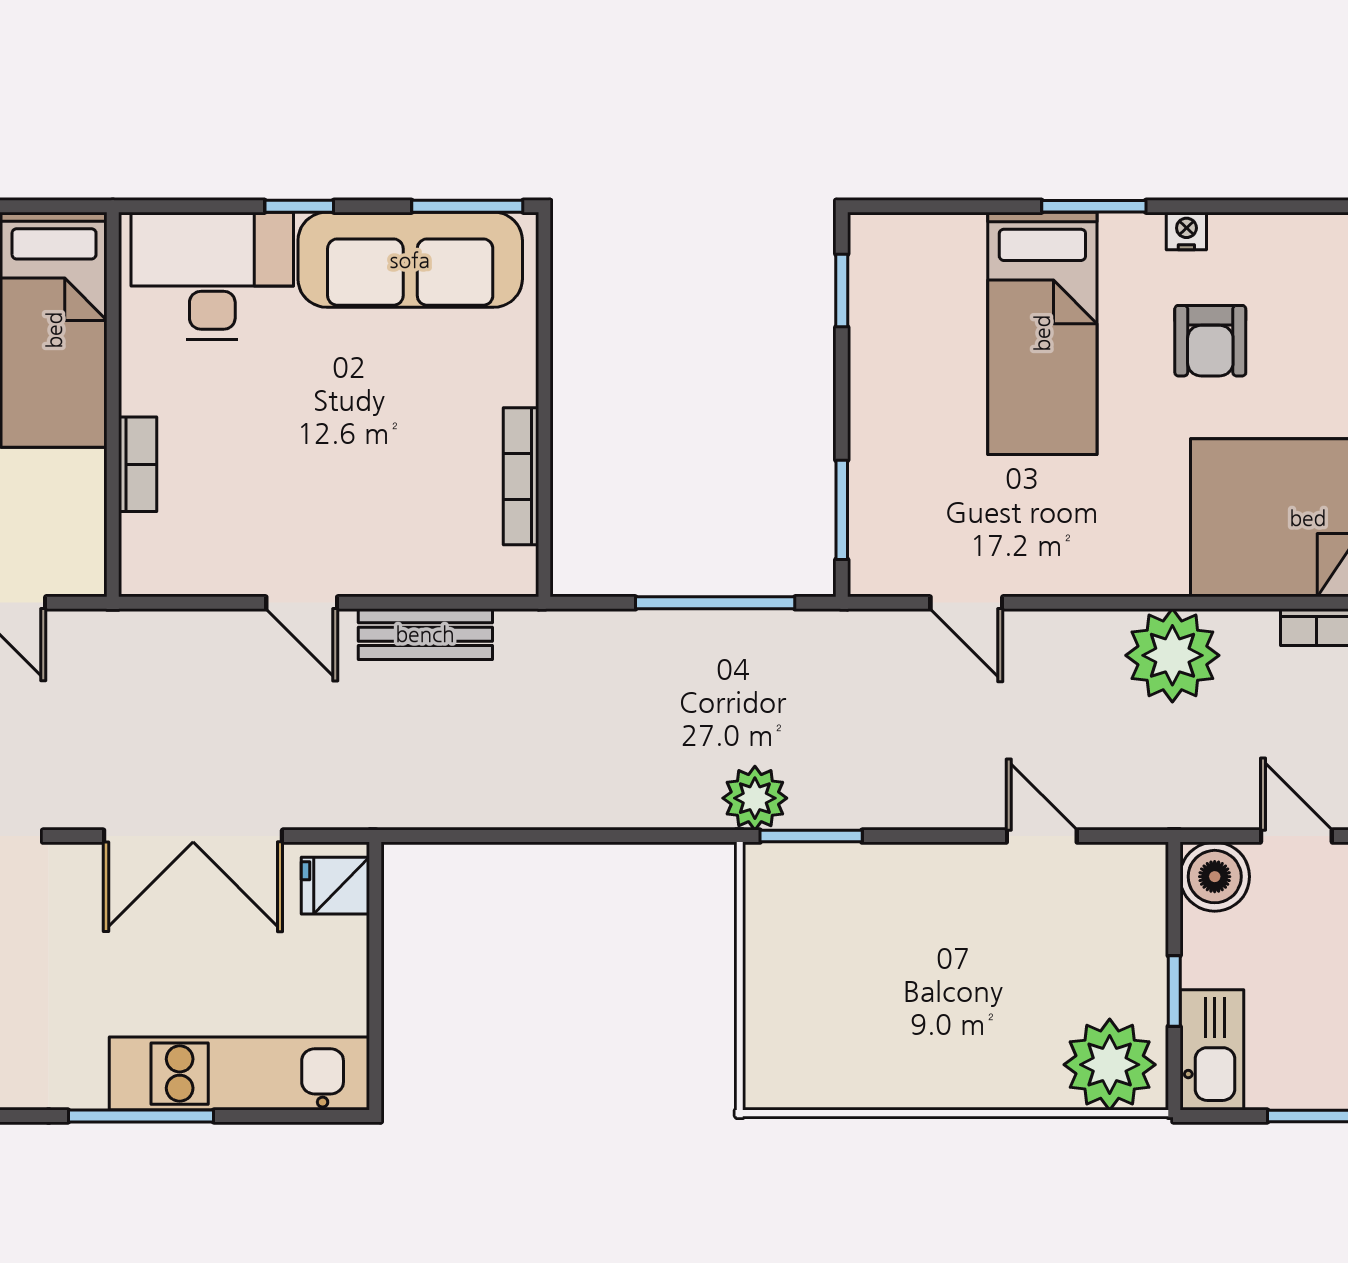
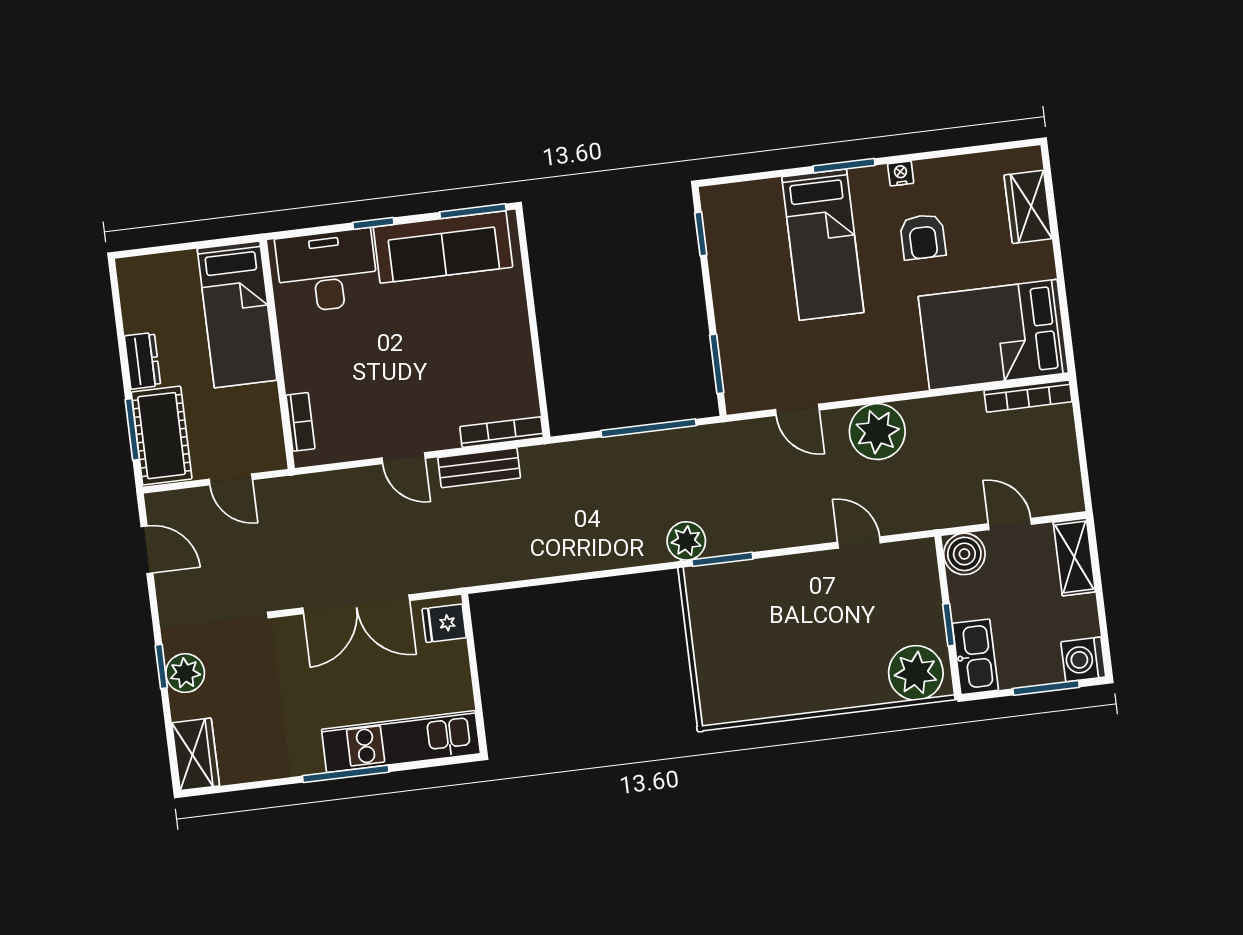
bookcase: (138, 464) -> (301, 422), moved
bookcase: (521, 476) -> (502, 432), moved, turned 90
plant: (1172, 655) -> (877, 432), moved

